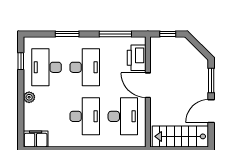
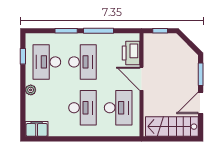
window: (115, 34) -> (98, 31), moved

